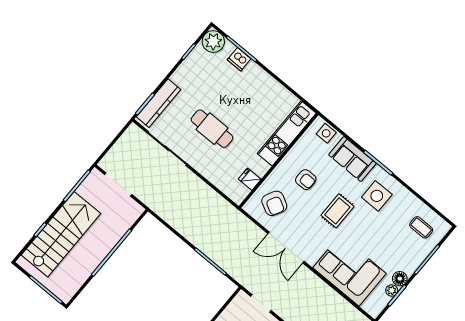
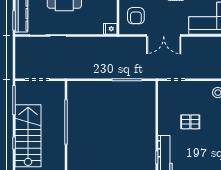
fridge: (250, 179) -> (110, 29), moved
armchair: (274, 203) -> (136, 16), turned 62

